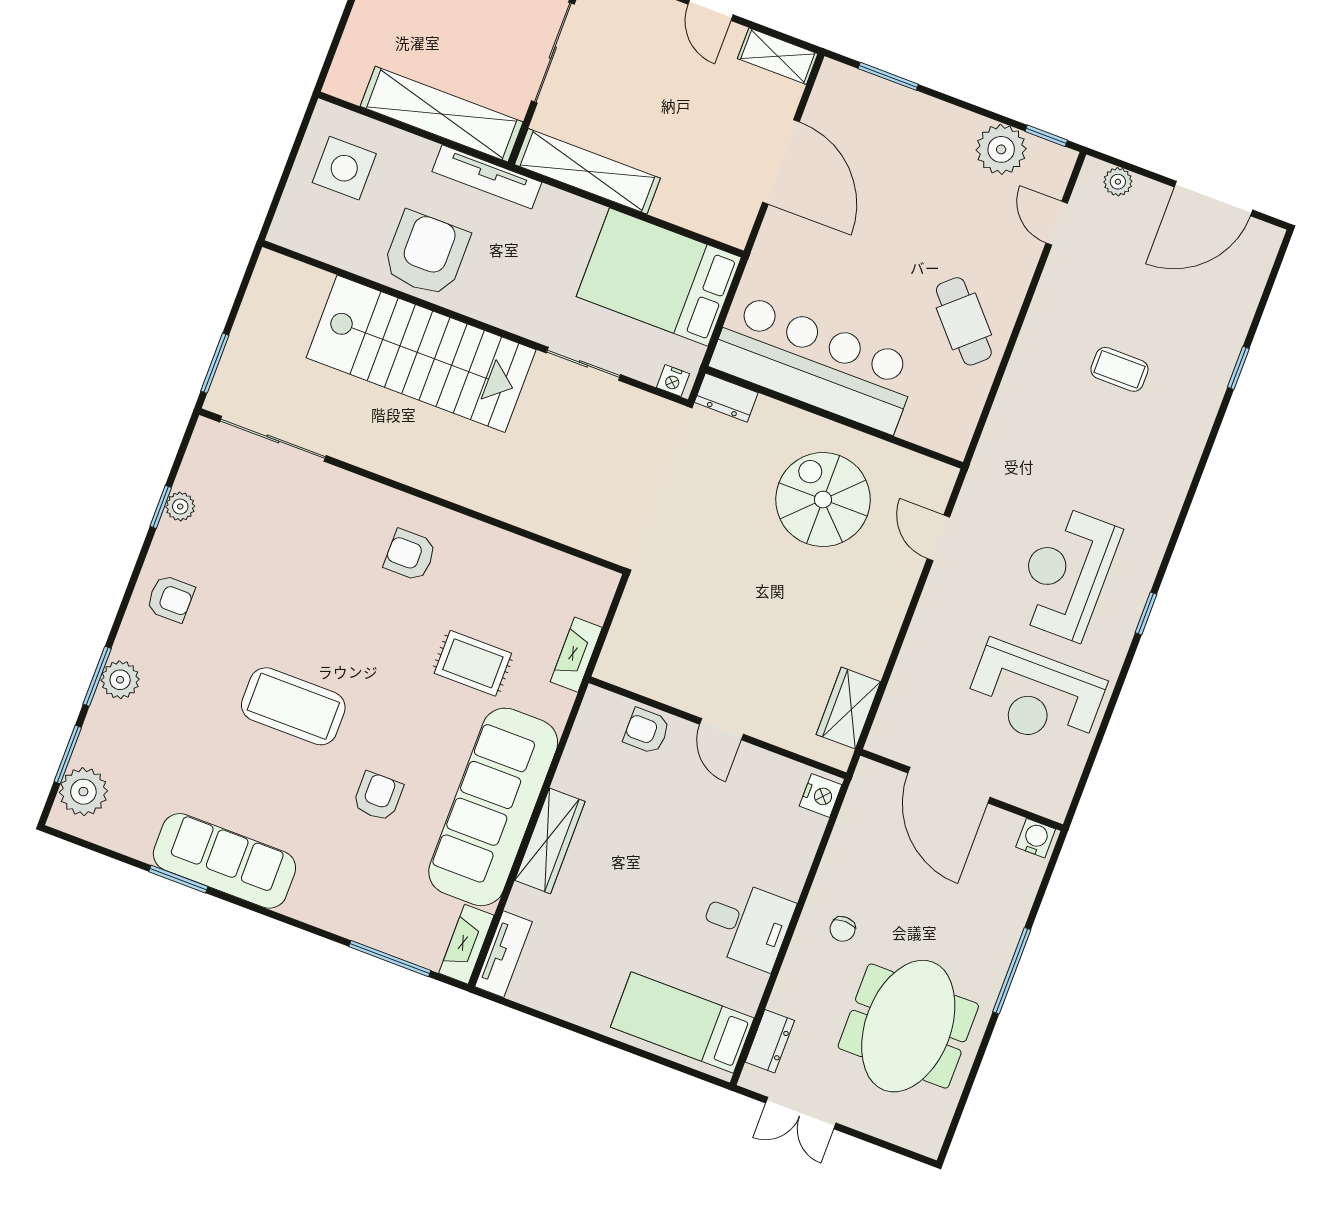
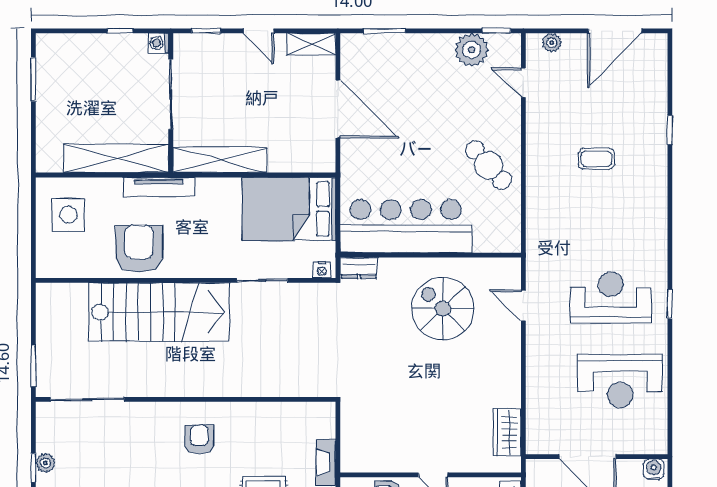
armchair: (410, 555) -> (199, 439), turned 90
reception desk: (1066, 573) -> (611, 298), turned 90

